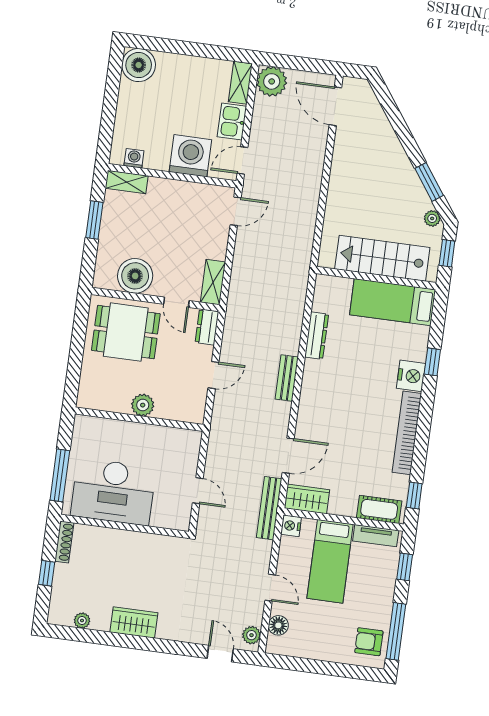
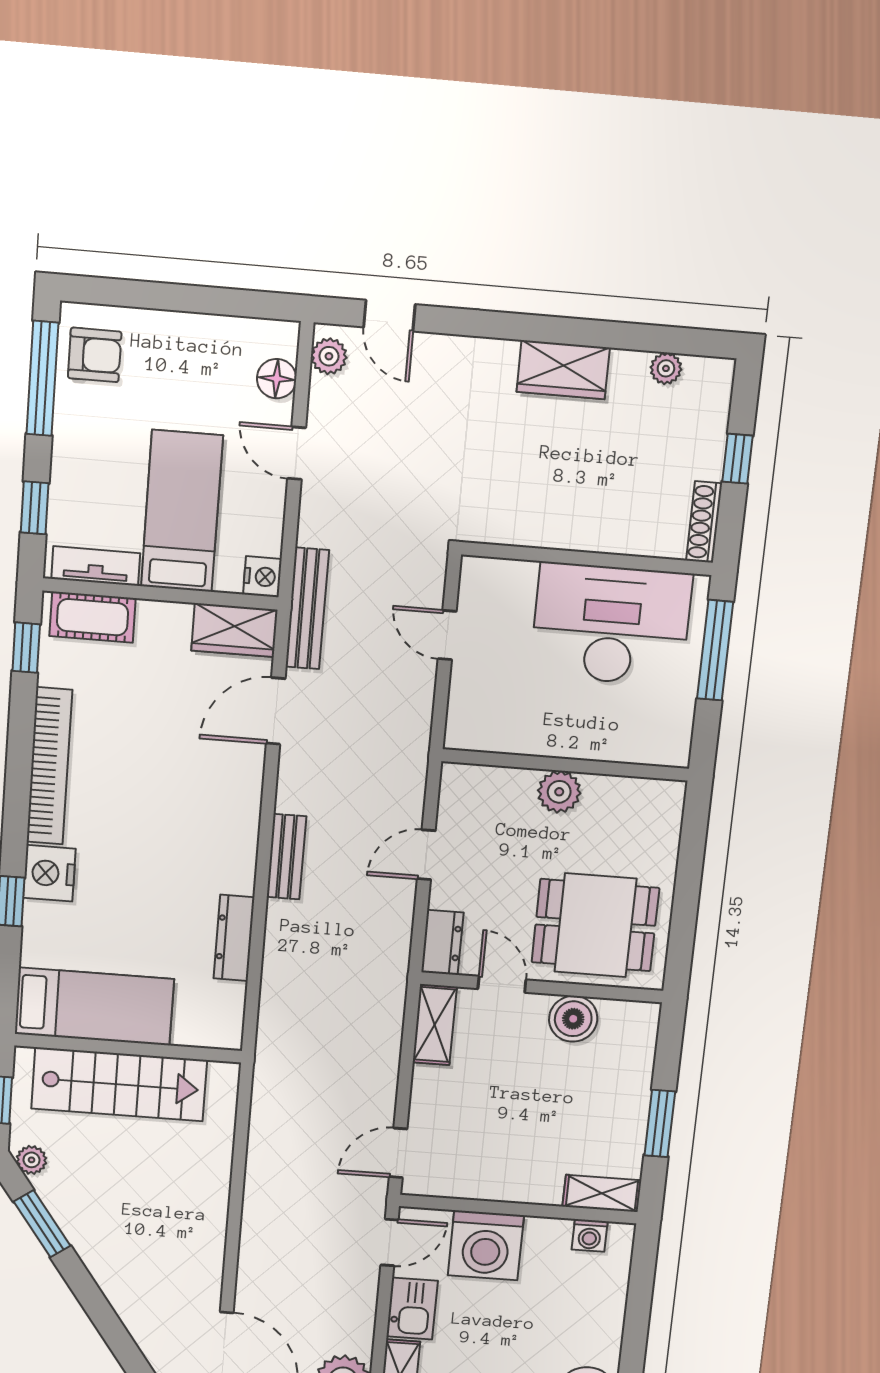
boiler: (135, 276) -> (573, 1019), width x0.73, depth x0.73

